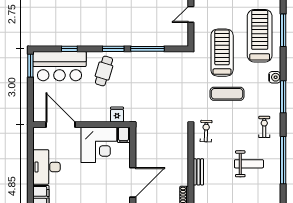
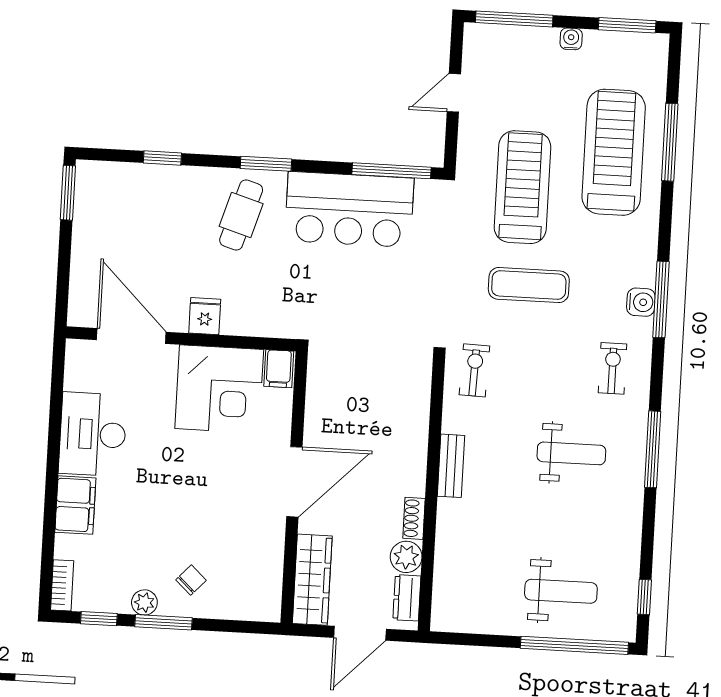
window: (147, 49) -> (391, 171), moved
bar counter: (59, 66) -> (349, 209), moved
water cooler: (275, 77) -> (641, 302), moved
fridge: (117, 115) -> (205, 316), moved
window: (283, 160) -> (653, 449), width x0.68

